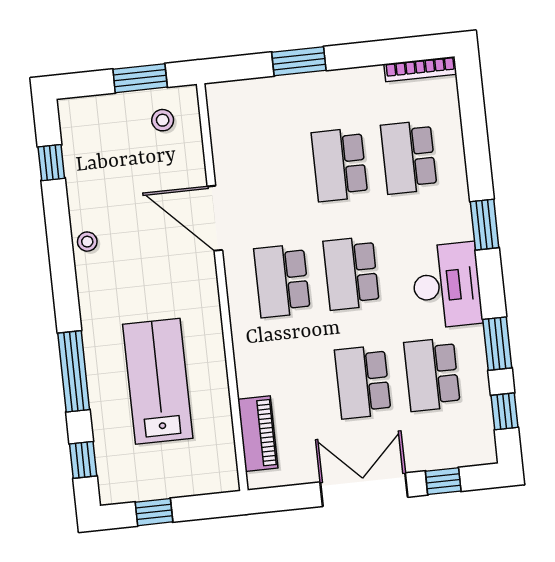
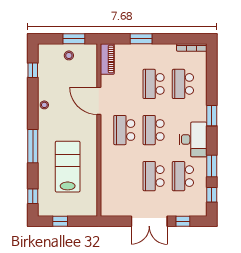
stool: (163, 120) -> (69, 55), moved
window: (74, 371) -> (33, 146), moved
piano: (258, 434) -> (107, 59), moved
double door: (364, 490) -> (149, 221), swing flipped

